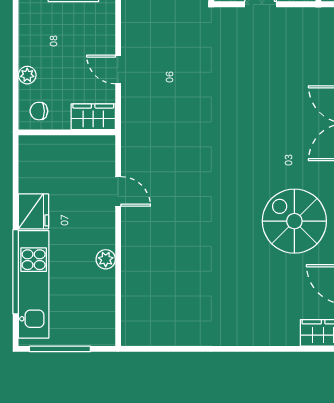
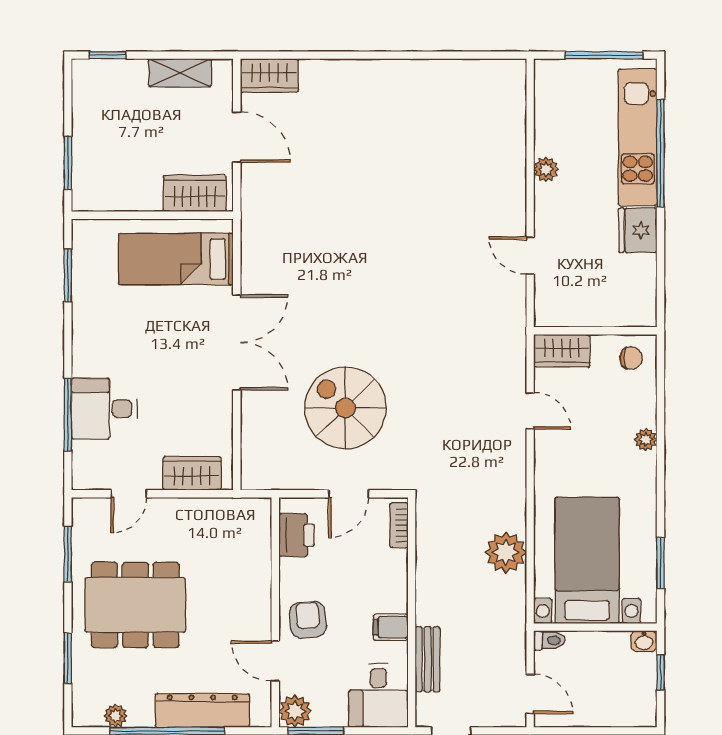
plant: (27, 75) -> (646, 439), moved
spiral stairs: (294, 221) -> (345, 408), moved, turned 180

